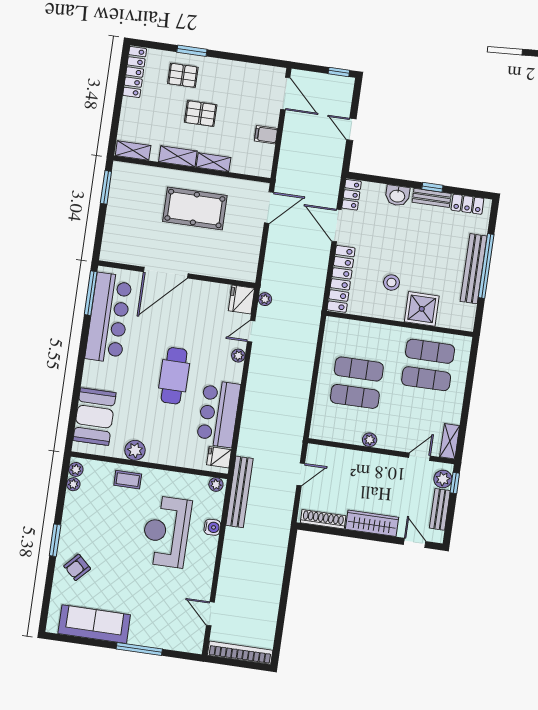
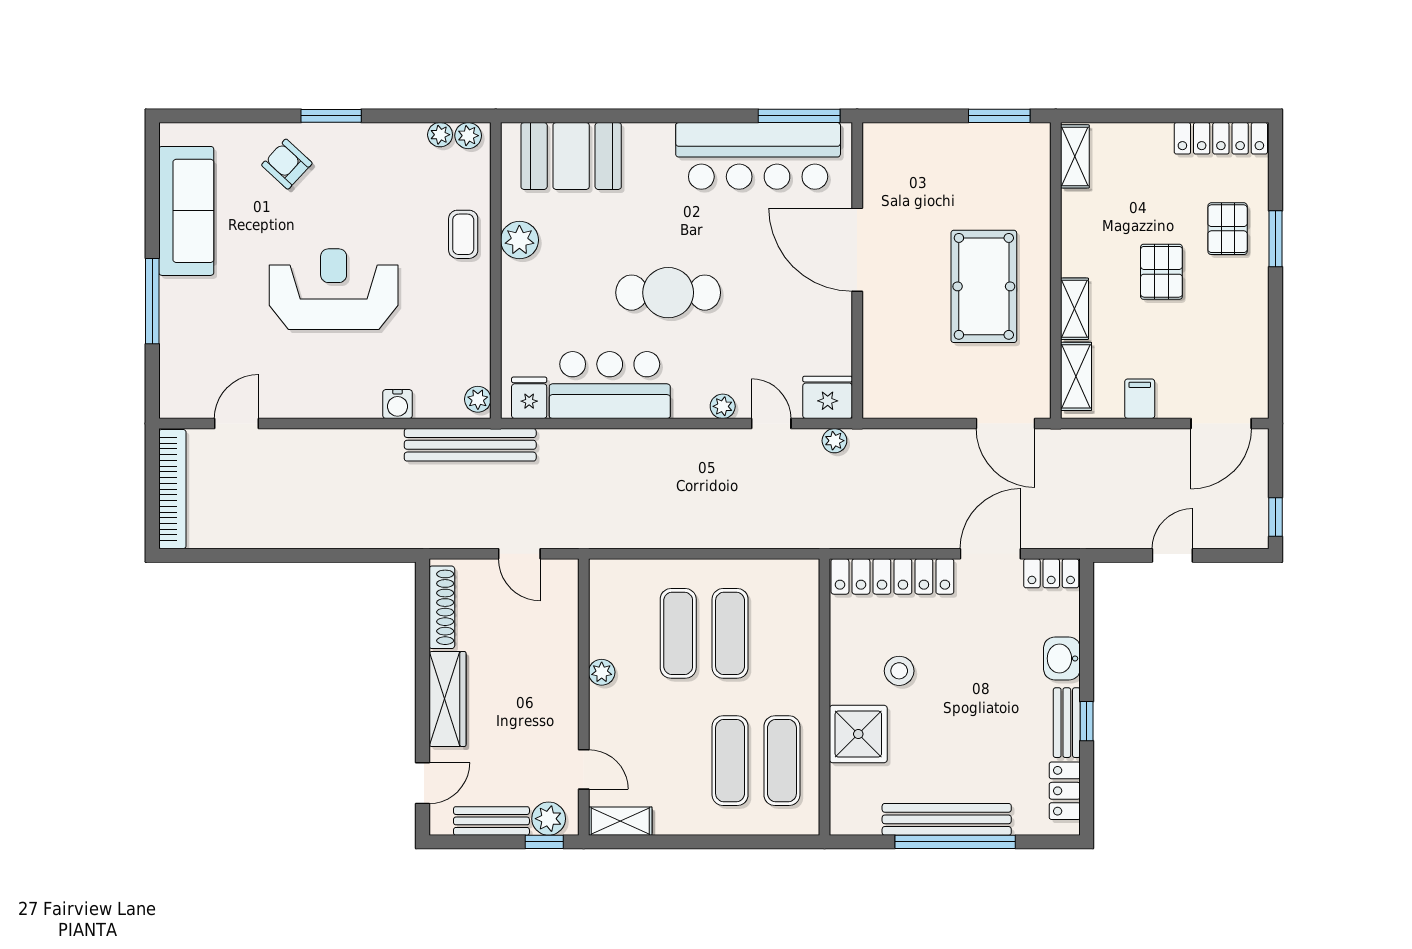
shelving: (178, 156) -> (1076, 376), moved
reception desk: (166, 532) -> (334, 289), moved

